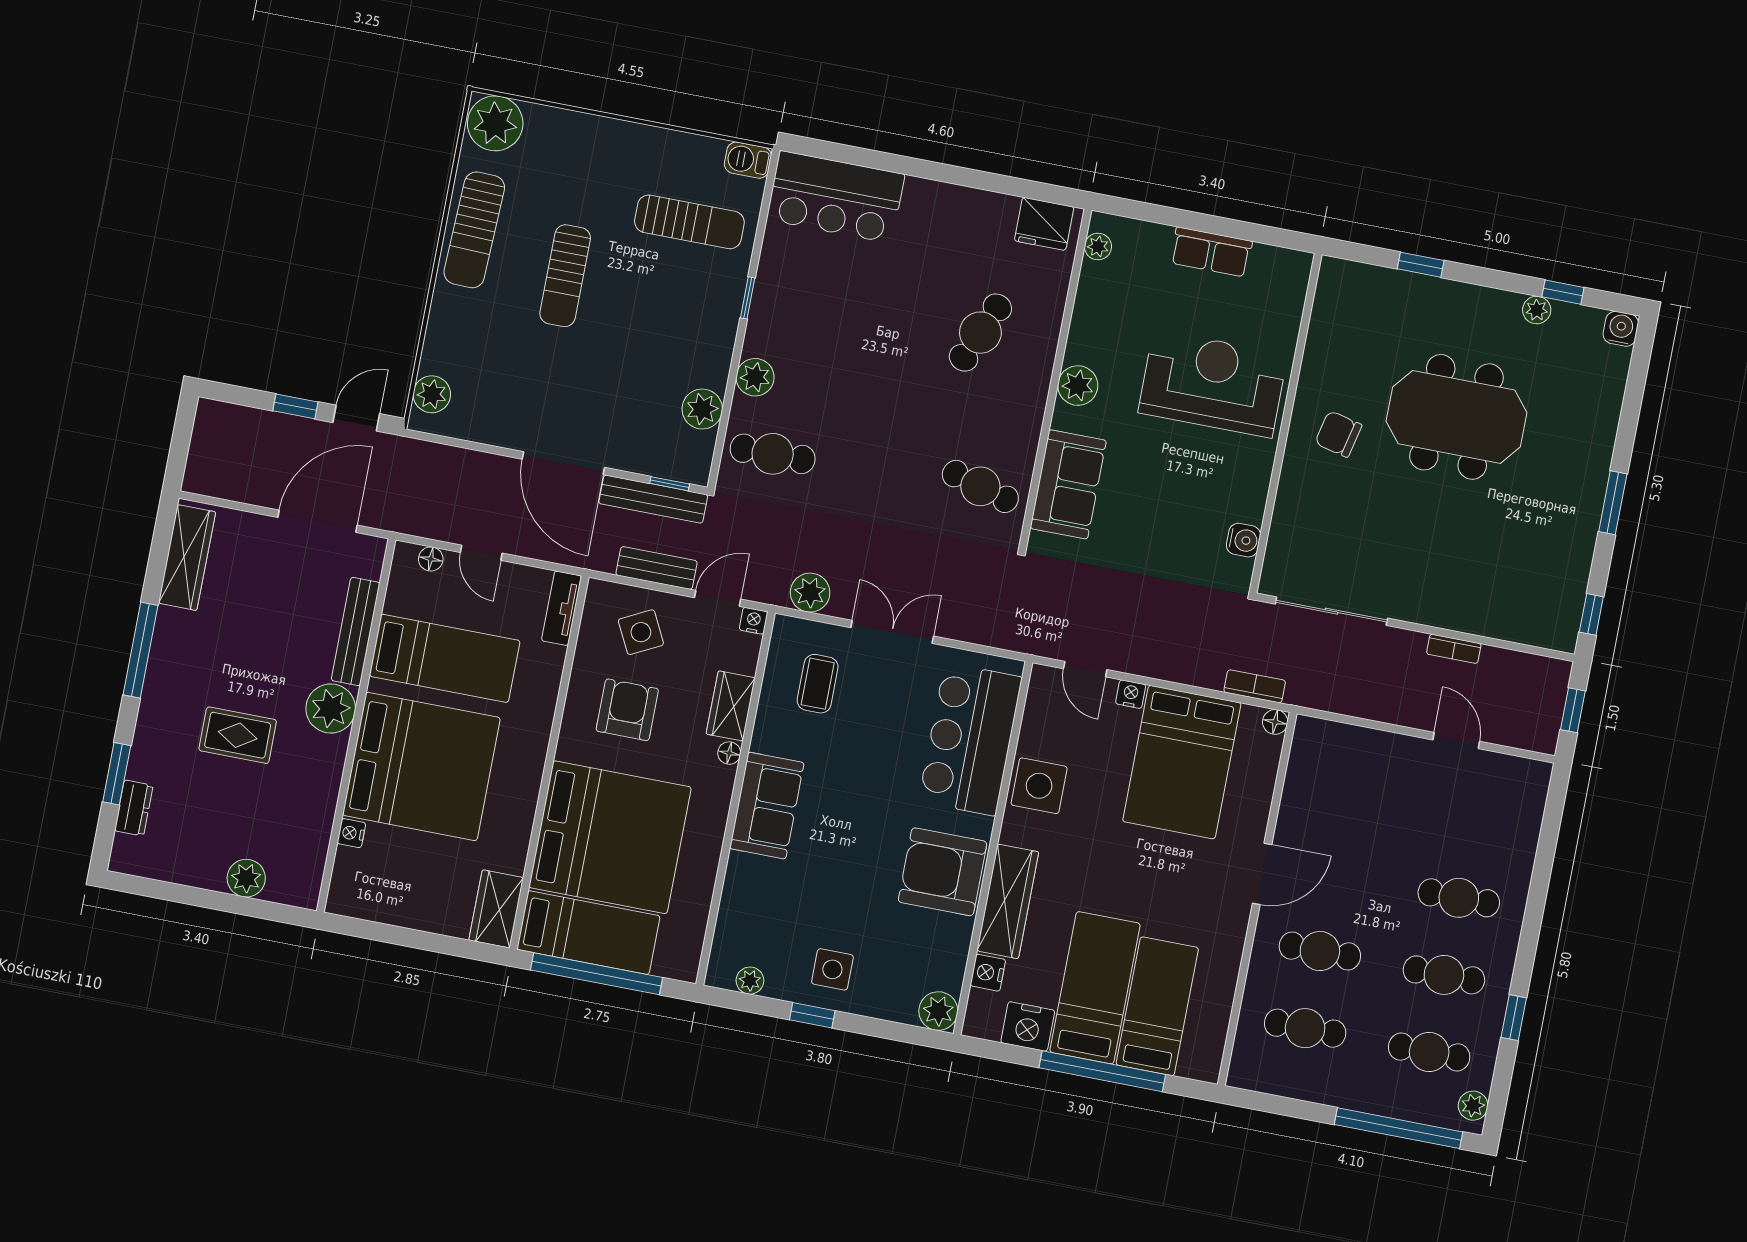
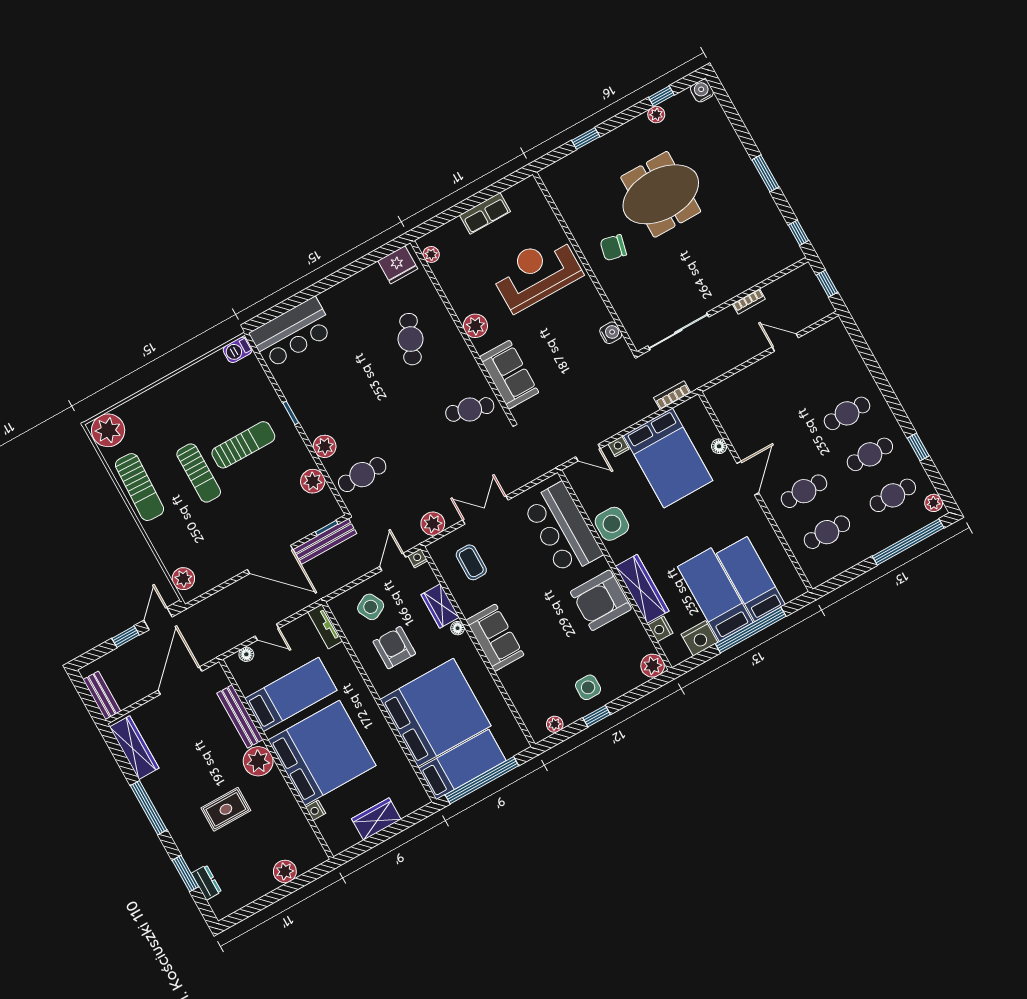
sun lounger: (689, 222) -> (243, 445), moved
bench: (657, 568) -> (102, 695), moved, turned 90
floor lamp: (1275, 722) -> (719, 446), moved
wardrobe: (496, 909) -> (376, 819), moved, turned 90

